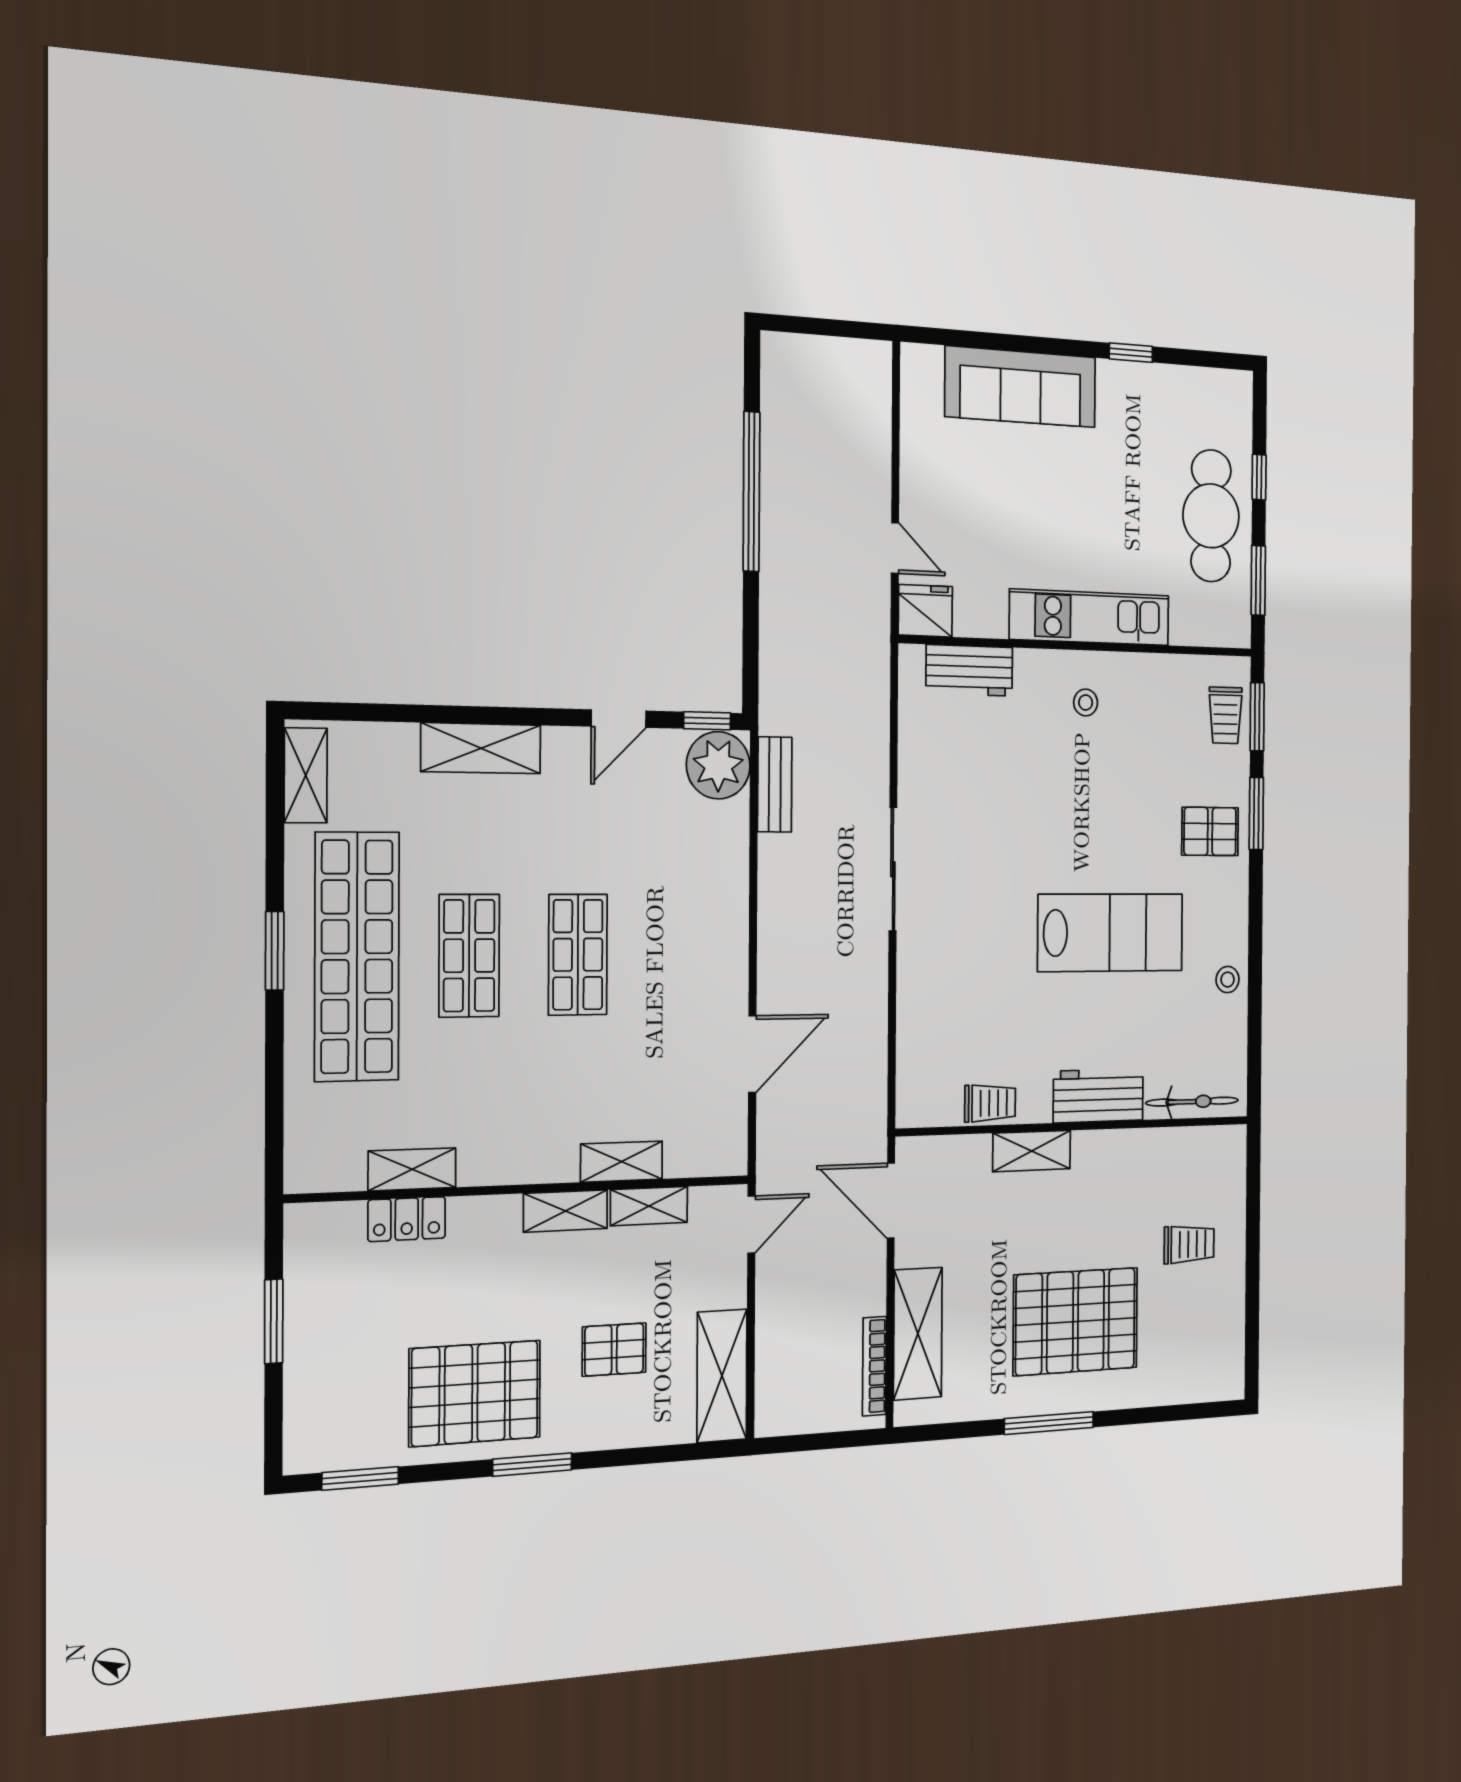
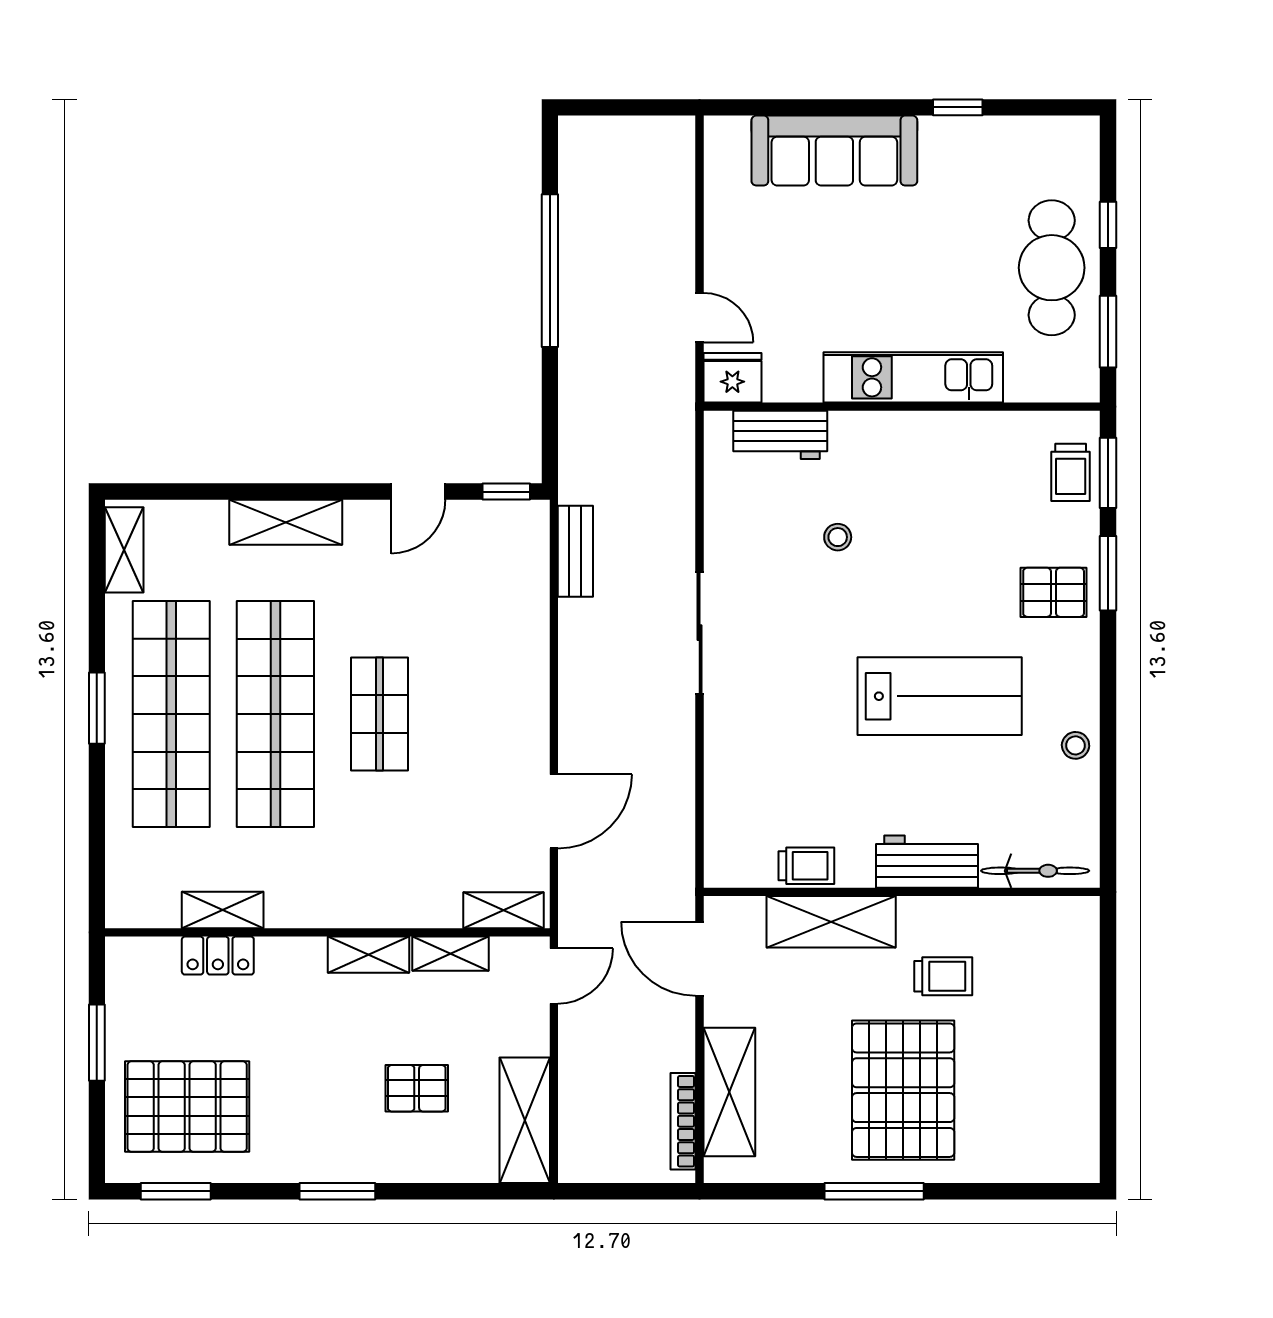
stool: (1086, 703) -> (838, 537), moved
plant: (718, 765) -> (518, 534), removed
shop shelf: (469, 956) -> (275, 714), width x2.00, depth x1.36
shelving: (1032, 1151) -> (831, 922), width x1.50, depth x1.33
shelving: (622, 1162) -> (504, 910), moved
trolley: (1189, 1244) -> (943, 976), moved
pallet: (1076, 1322) -> (903, 1090), turned 90
pallet: (475, 1393) -> (187, 1107), moved

